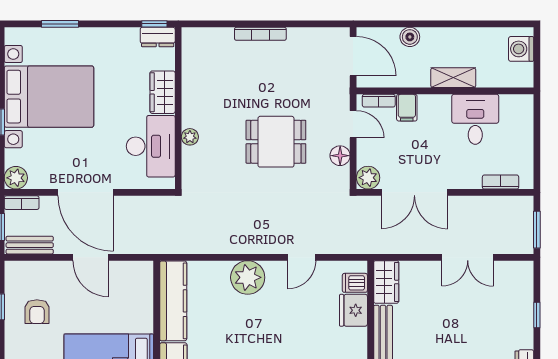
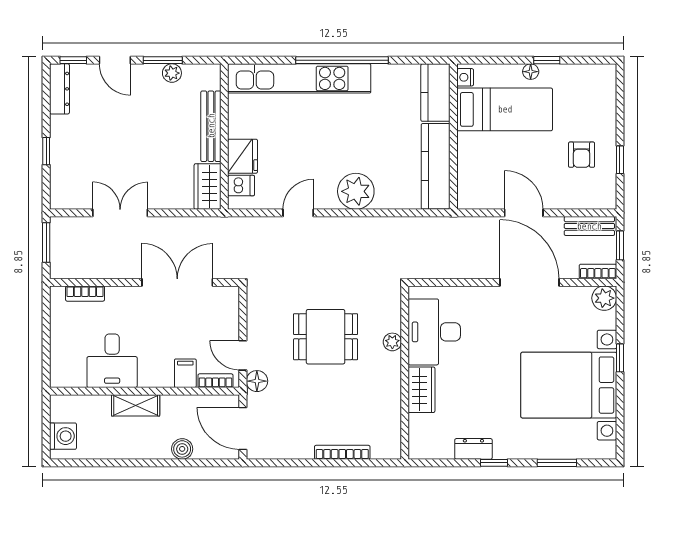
window: (154, 24) -> (494, 463), moved
dresser: (158, 37) -> (473, 449), moved
wardrobe: (163, 92) -> (422, 390), moved
wall: (178, 108) -> (405, 373), moved
plant: (190, 137) -> (392, 342), moved
desk: (151, 146) -> (434, 332), moved
floor lamp: (340, 156) -> (257, 381), moved
plant: (368, 178) -> (227, 298), removed
armchair: (37, 312) -> (582, 155), turned 180

